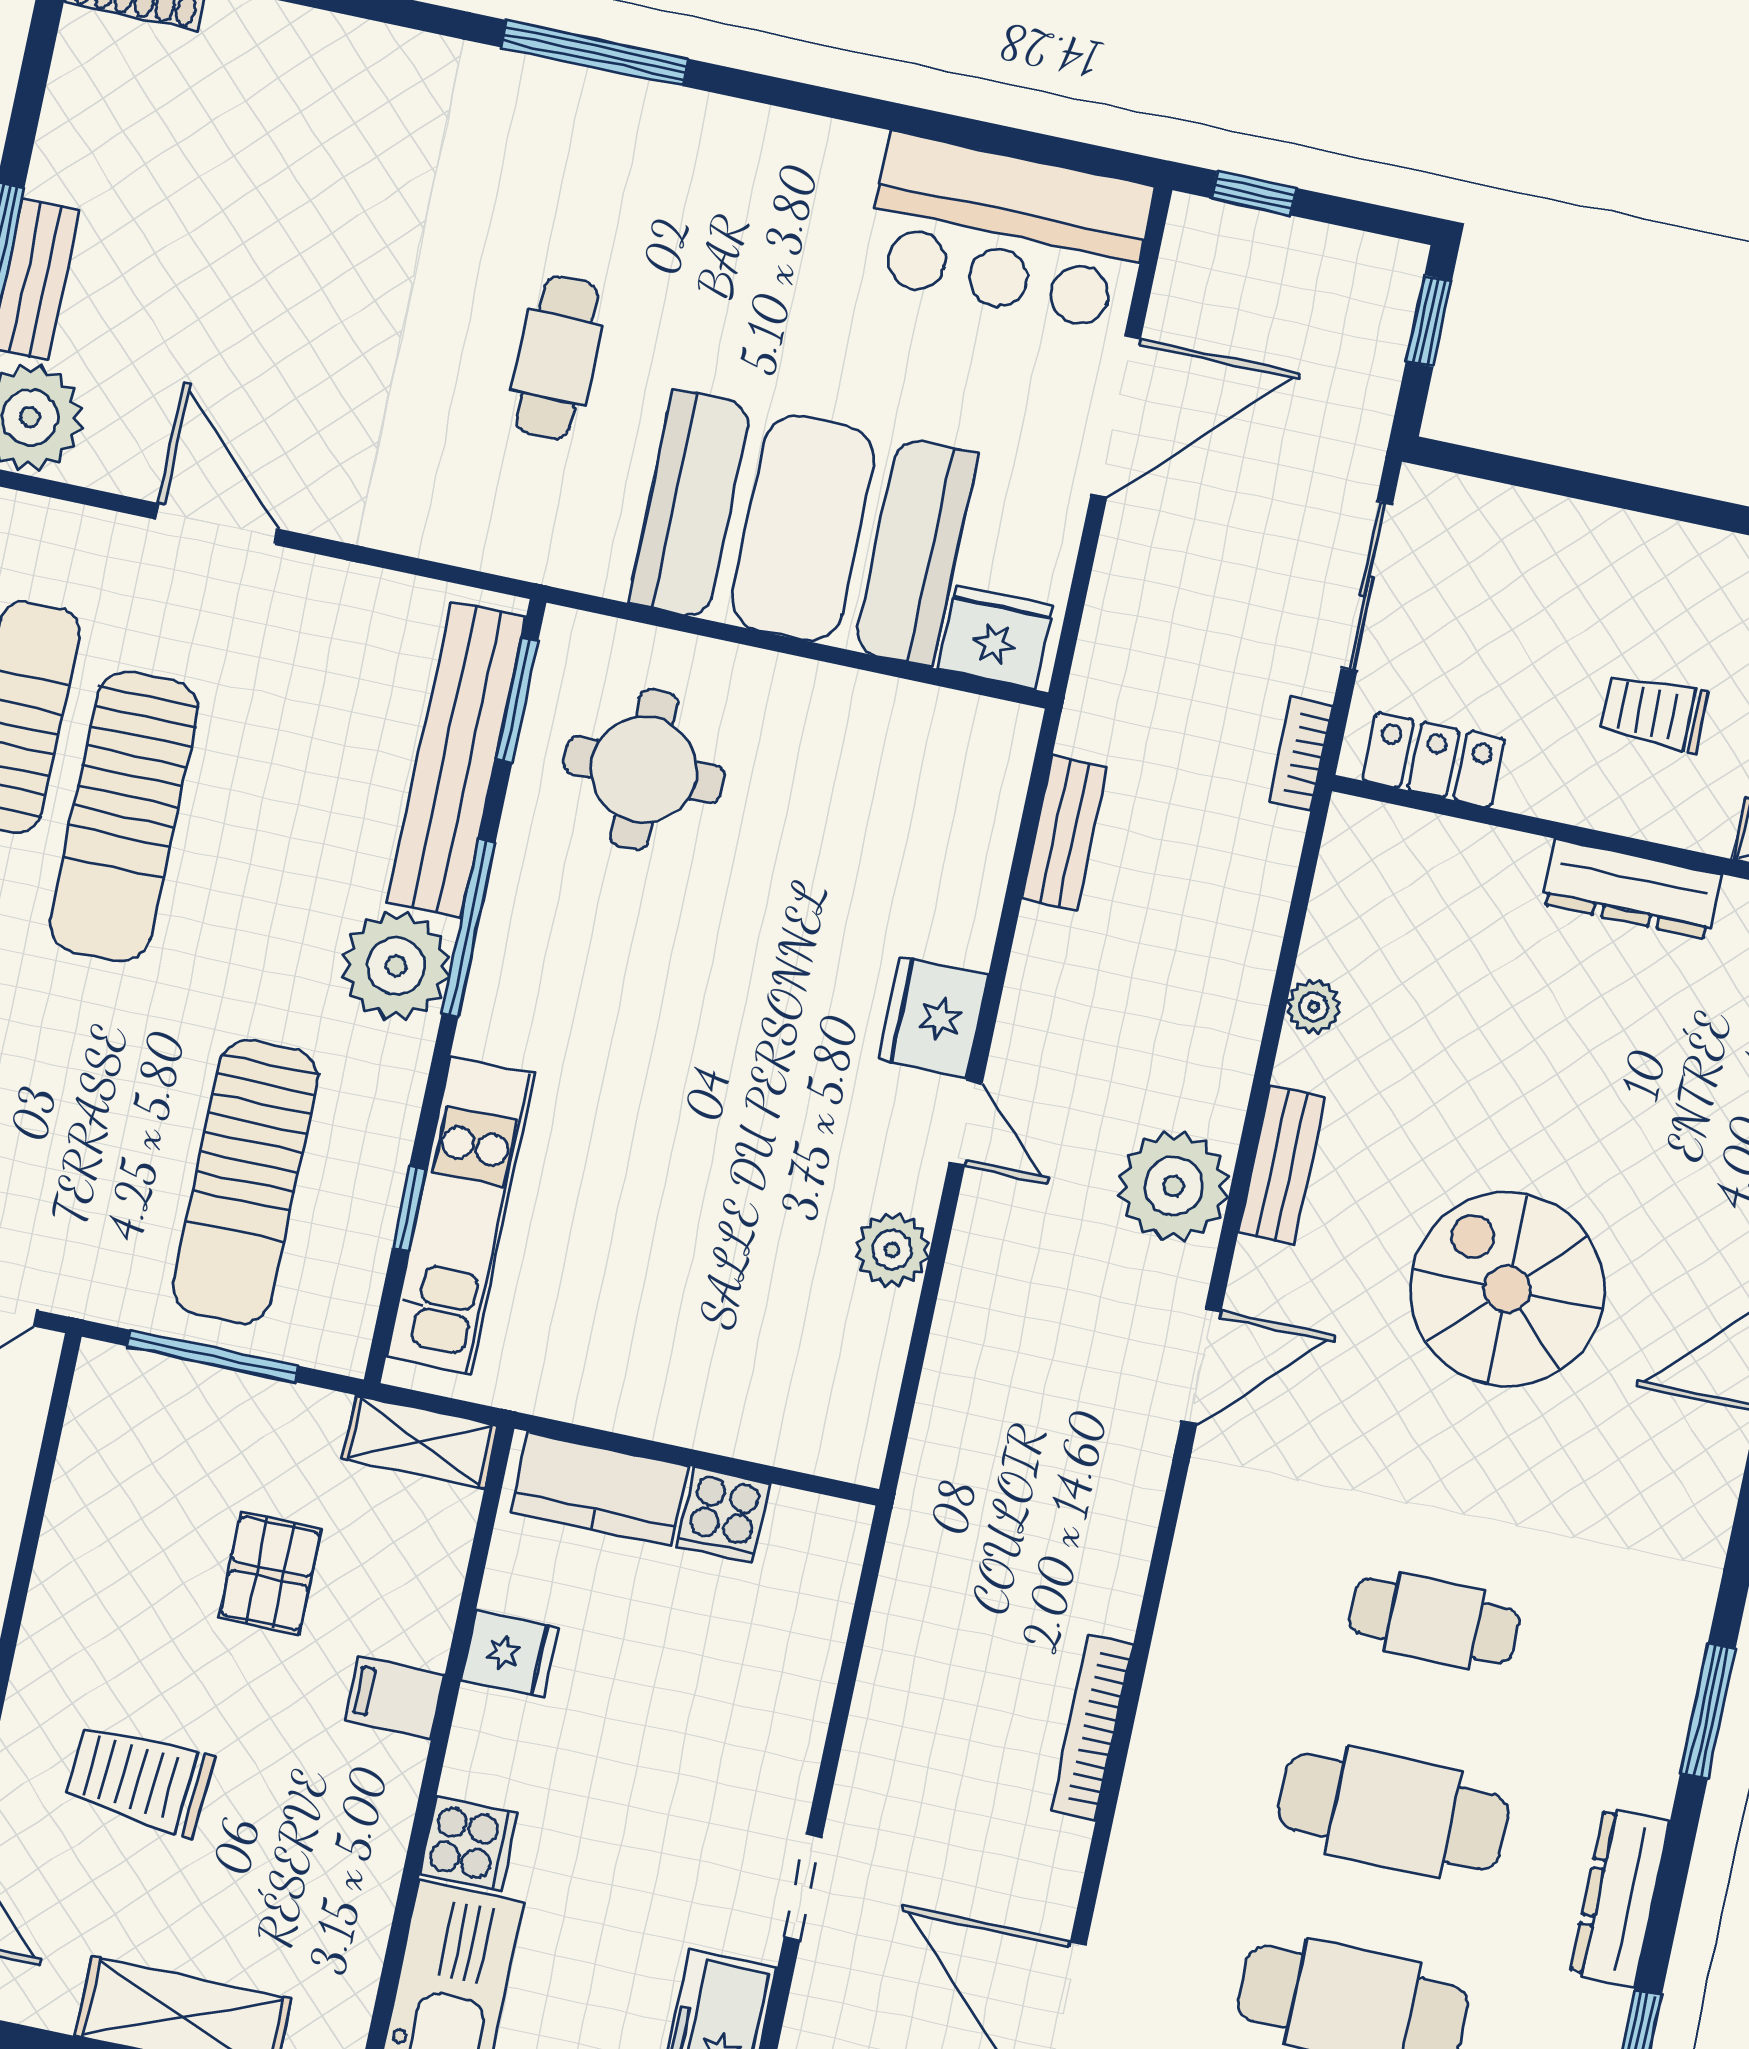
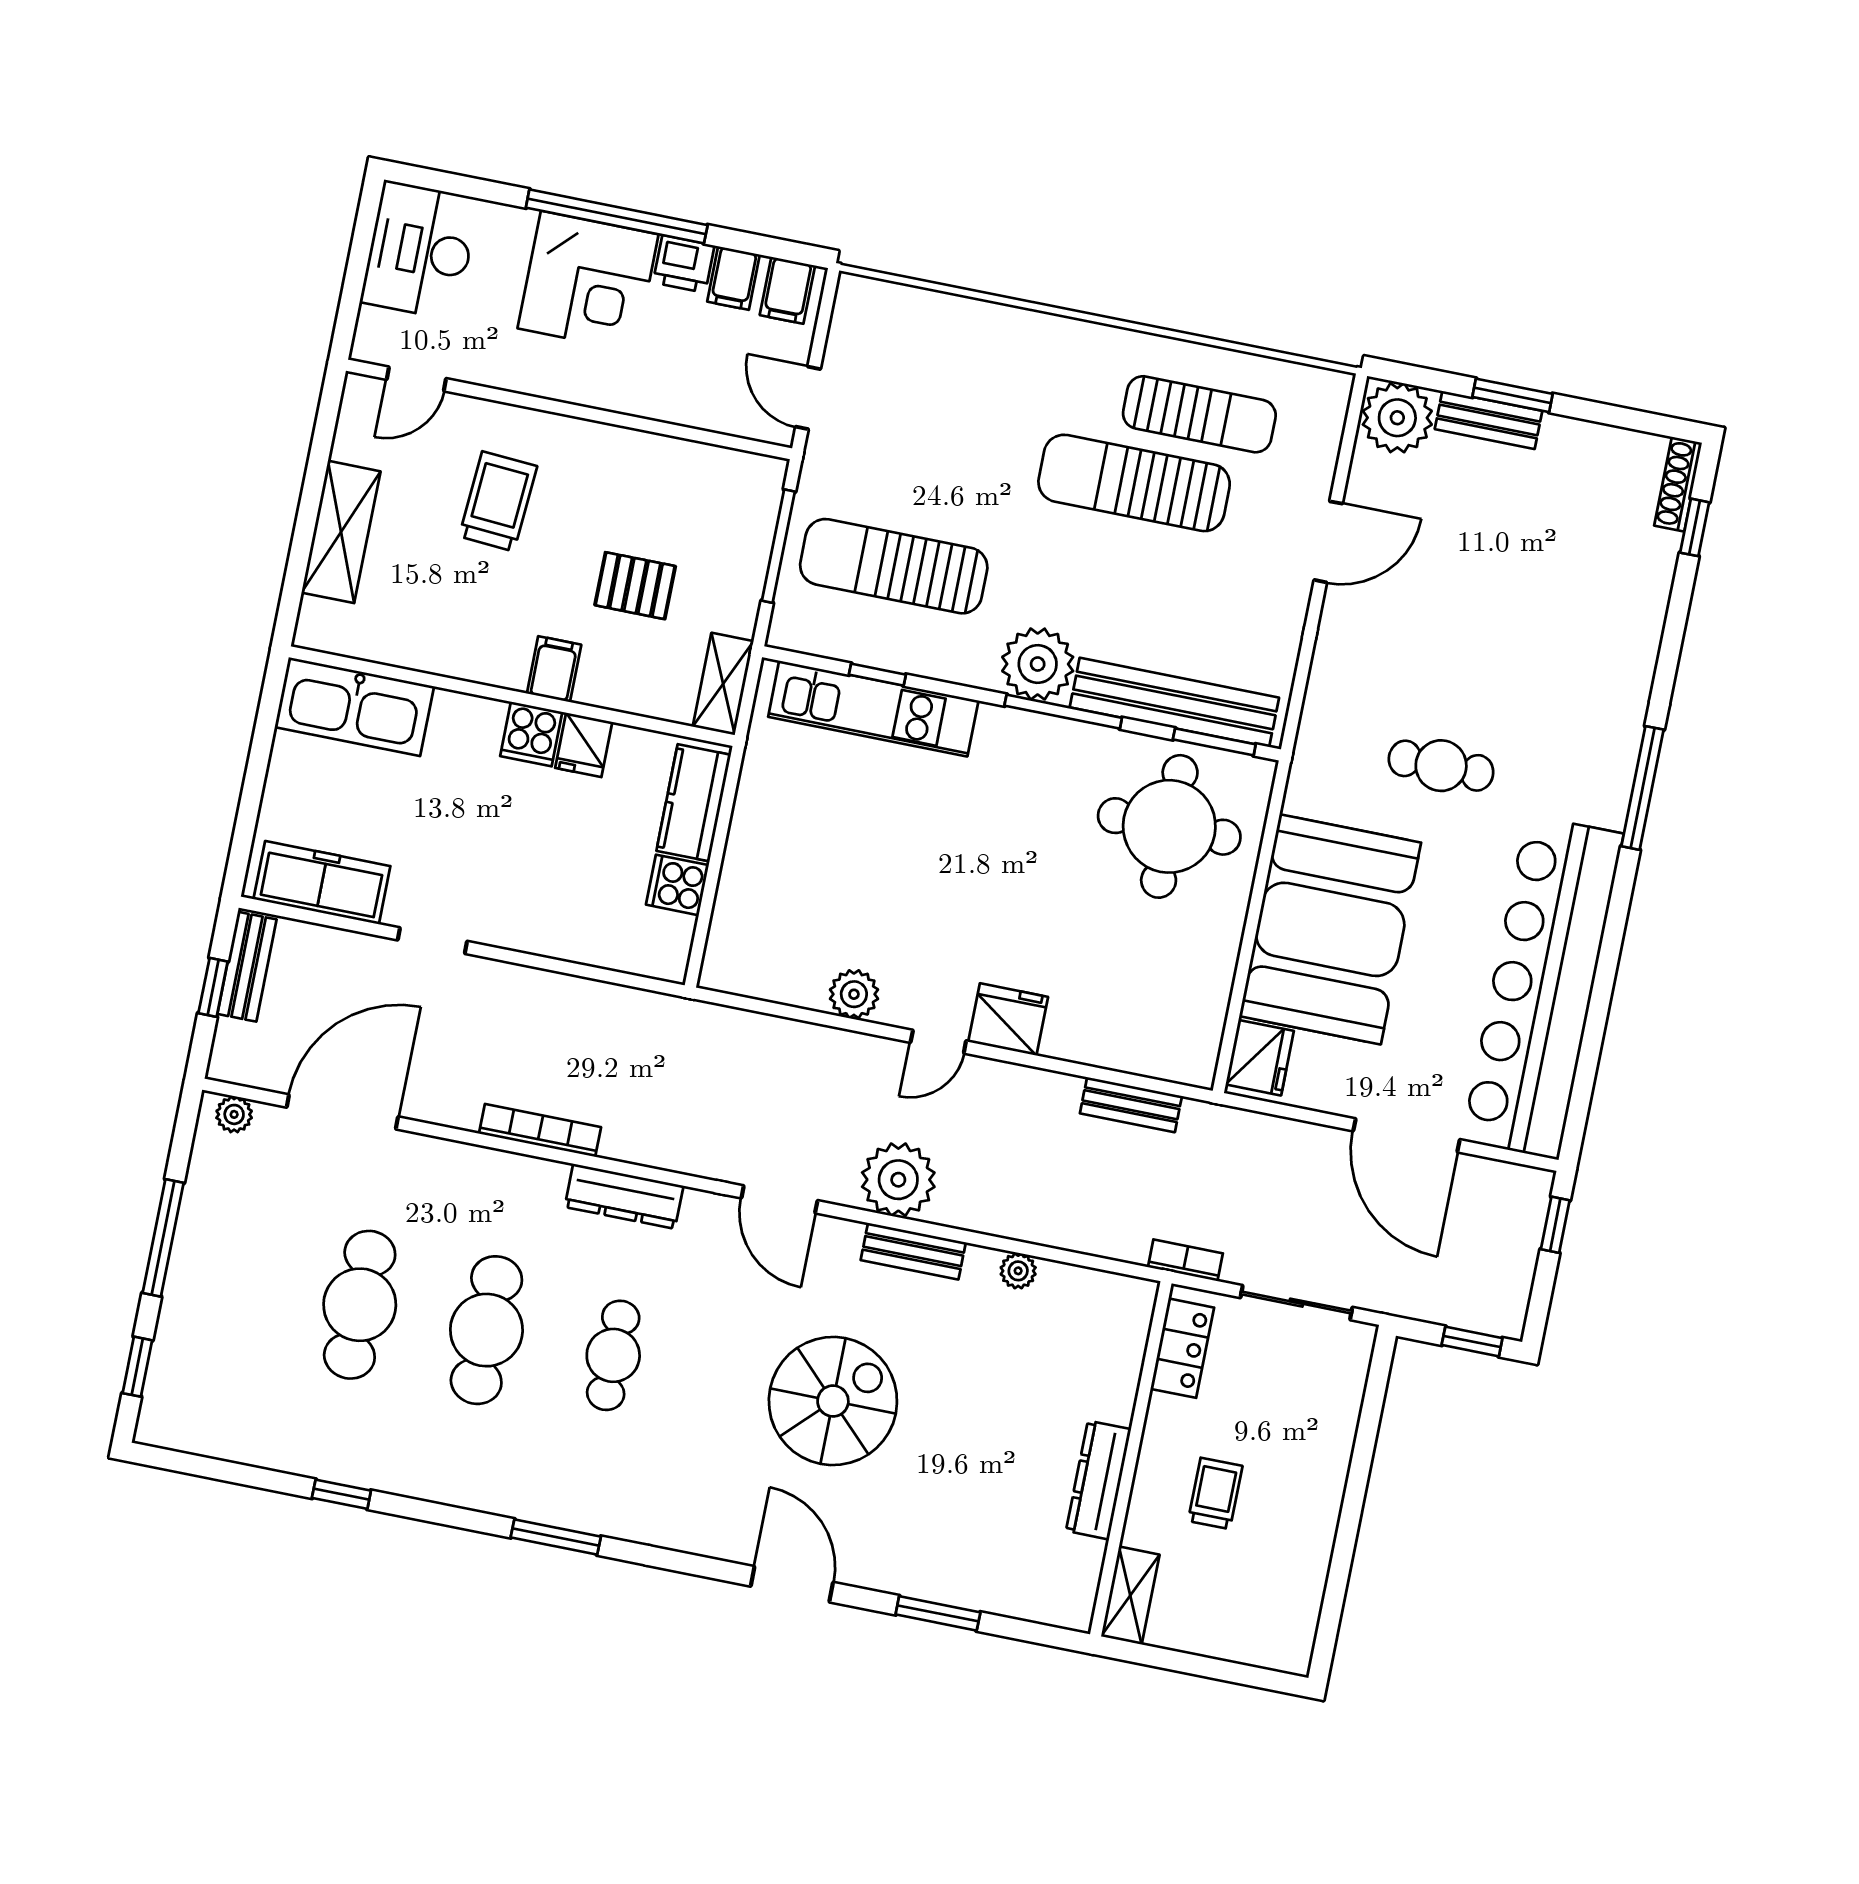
bar counter: (1008, 232) -> (1543, 987), width x1.86
round table: (644, 770) -> (1169, 826), width x1.36, depth x1.36
cooker: (469, 1844) -> (531, 734), moved
dresser: (1620, 1897) -> (624, 1196), moved, turned 180

